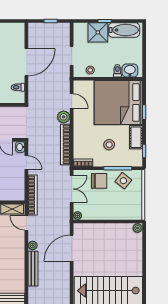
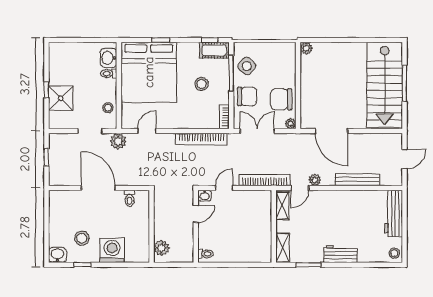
bathtub: (124, 30) -> (58, 65), removed
plant: (64, 117) -> (118, 141), moved
cot: (136, 137) -> (214, 50), moved
chair: (99, 181) -> (247, 96), turned 90
chair: (97, 208) -> (281, 99), added
plant: (33, 245) -> (315, 180), moved

